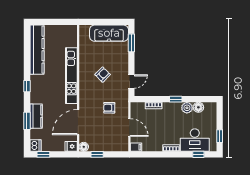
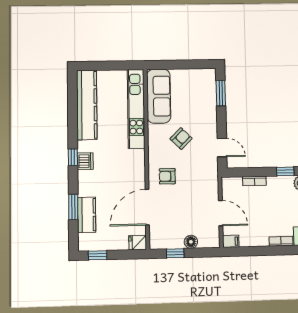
sofa: (109, 33) -> (159, 96), moved, turned -90
kitchen unit: (71, 76) -> (136, 109), moved
door: (131, 81) -> (222, 148), hinge flipped
armchair: (109, 108) -> (167, 176), moved
kitchen counter: (36, 116) -> (87, 215), moved
dishwasher: (35, 146) -> (85, 161), moved
floor lamp: (84, 147) -> (191, 242), moved

